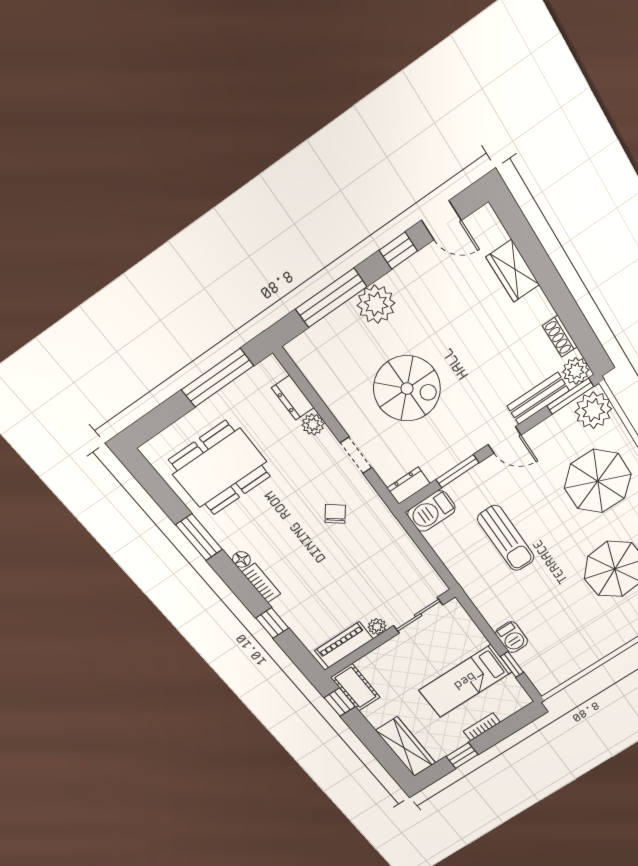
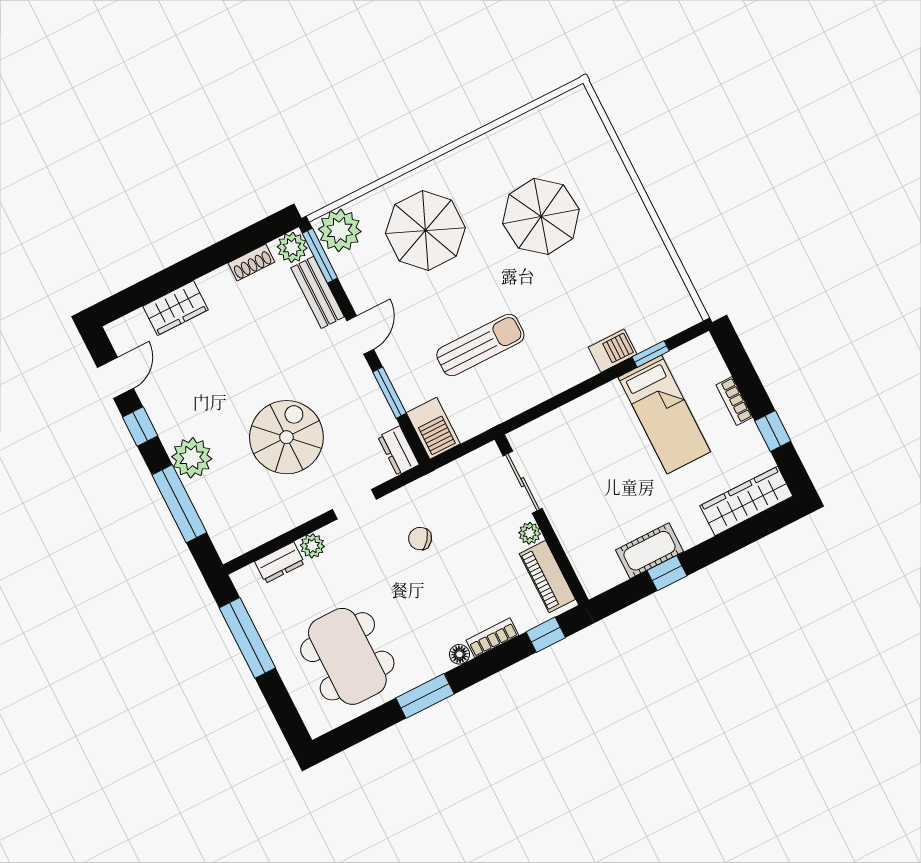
sliding door: (418, 615) -> (523, 482), moved
plant: (377, 627) -> (530, 533), moved
wall: (390, 634) -> (542, 520), moved
piano: (344, 645) -> (547, 576), moved

